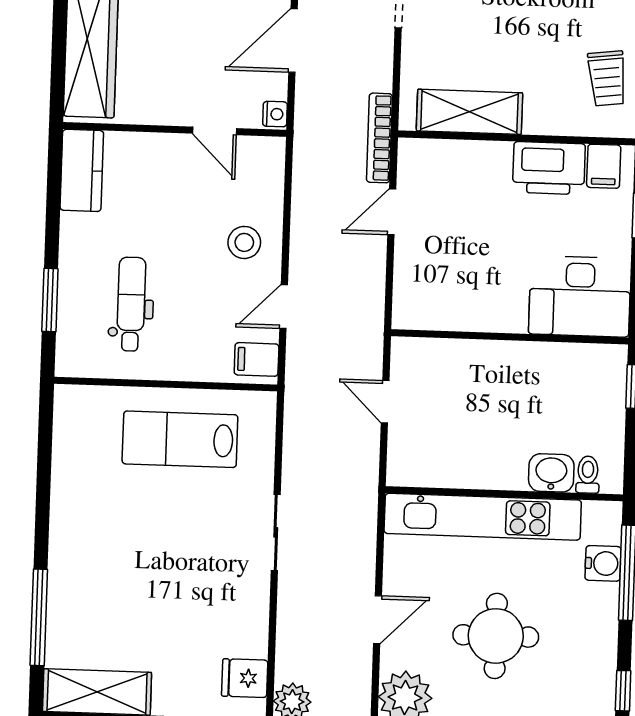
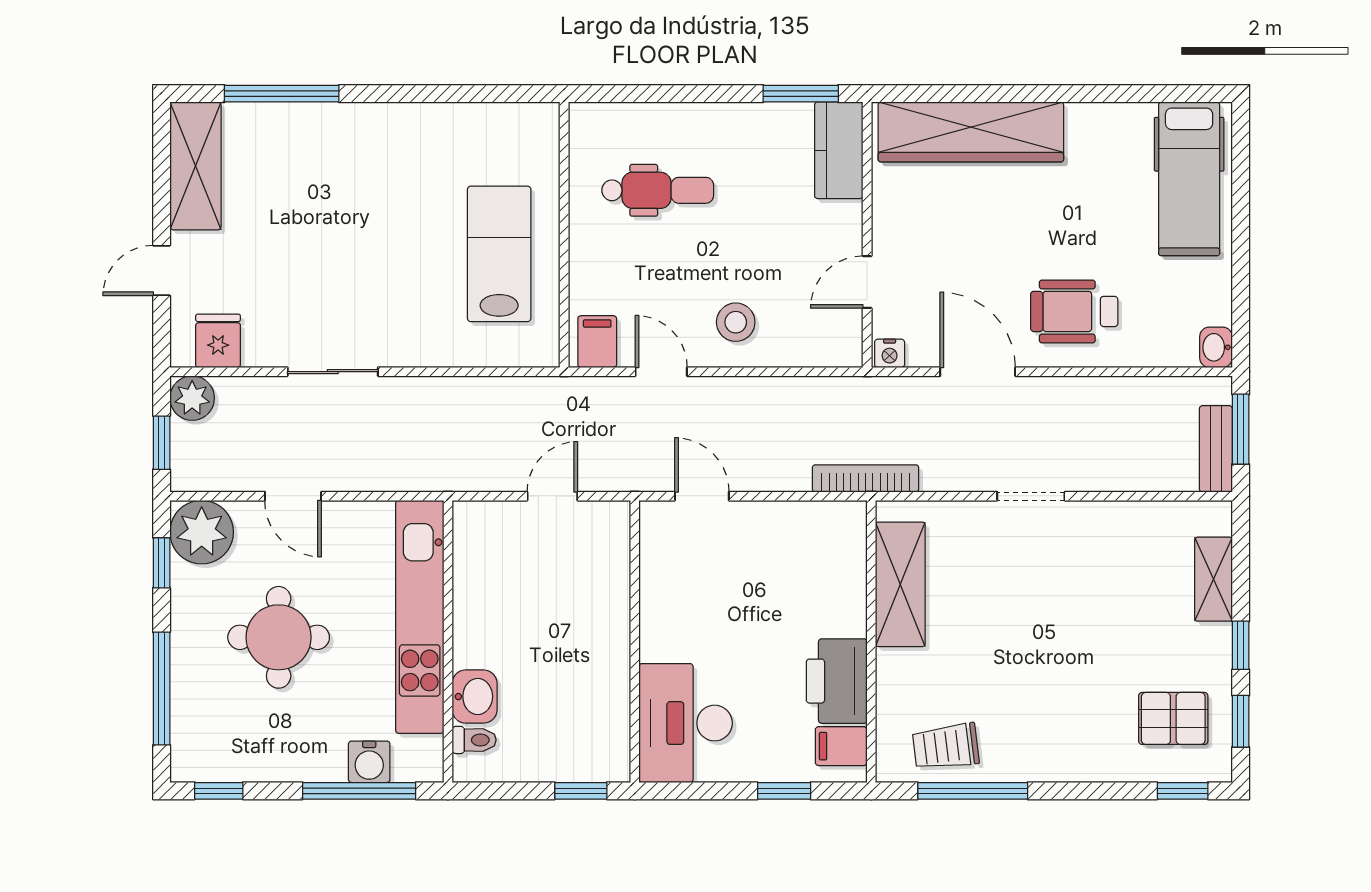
kitchen counter: (82, 170) -> (839, 150), moved, turned 90
door: (392, 212) -> (702, 496), moved
window: (50, 300) -> (801, 94), moved
sliding door: (276, 532) -> (333, 372), moved

